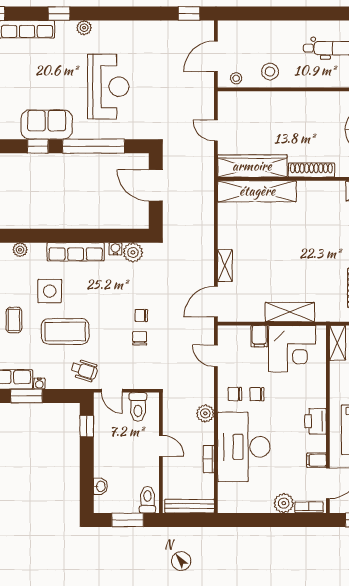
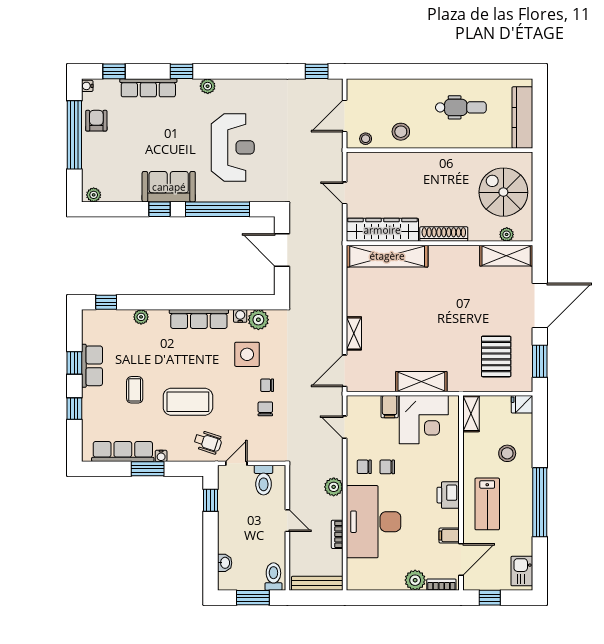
side table: (50, 291) -> (247, 354), moved
door: (112, 391) -> (236, 463), swing flipped

